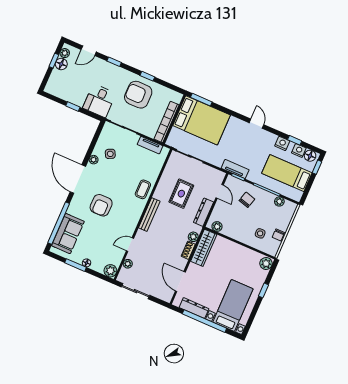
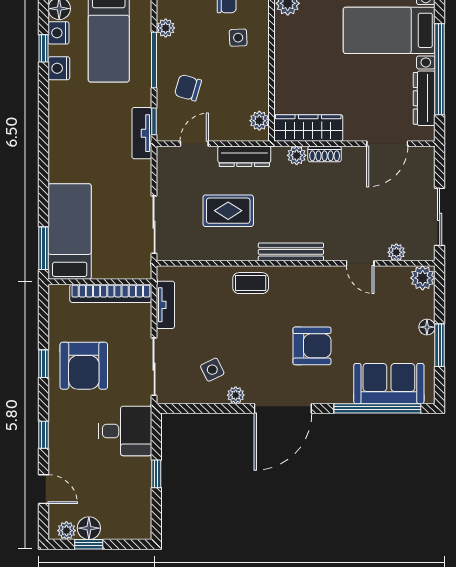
bed: (202, 120) -> (70, 232), width x0.67
door: (257, 124) -> (43, 130), removed

